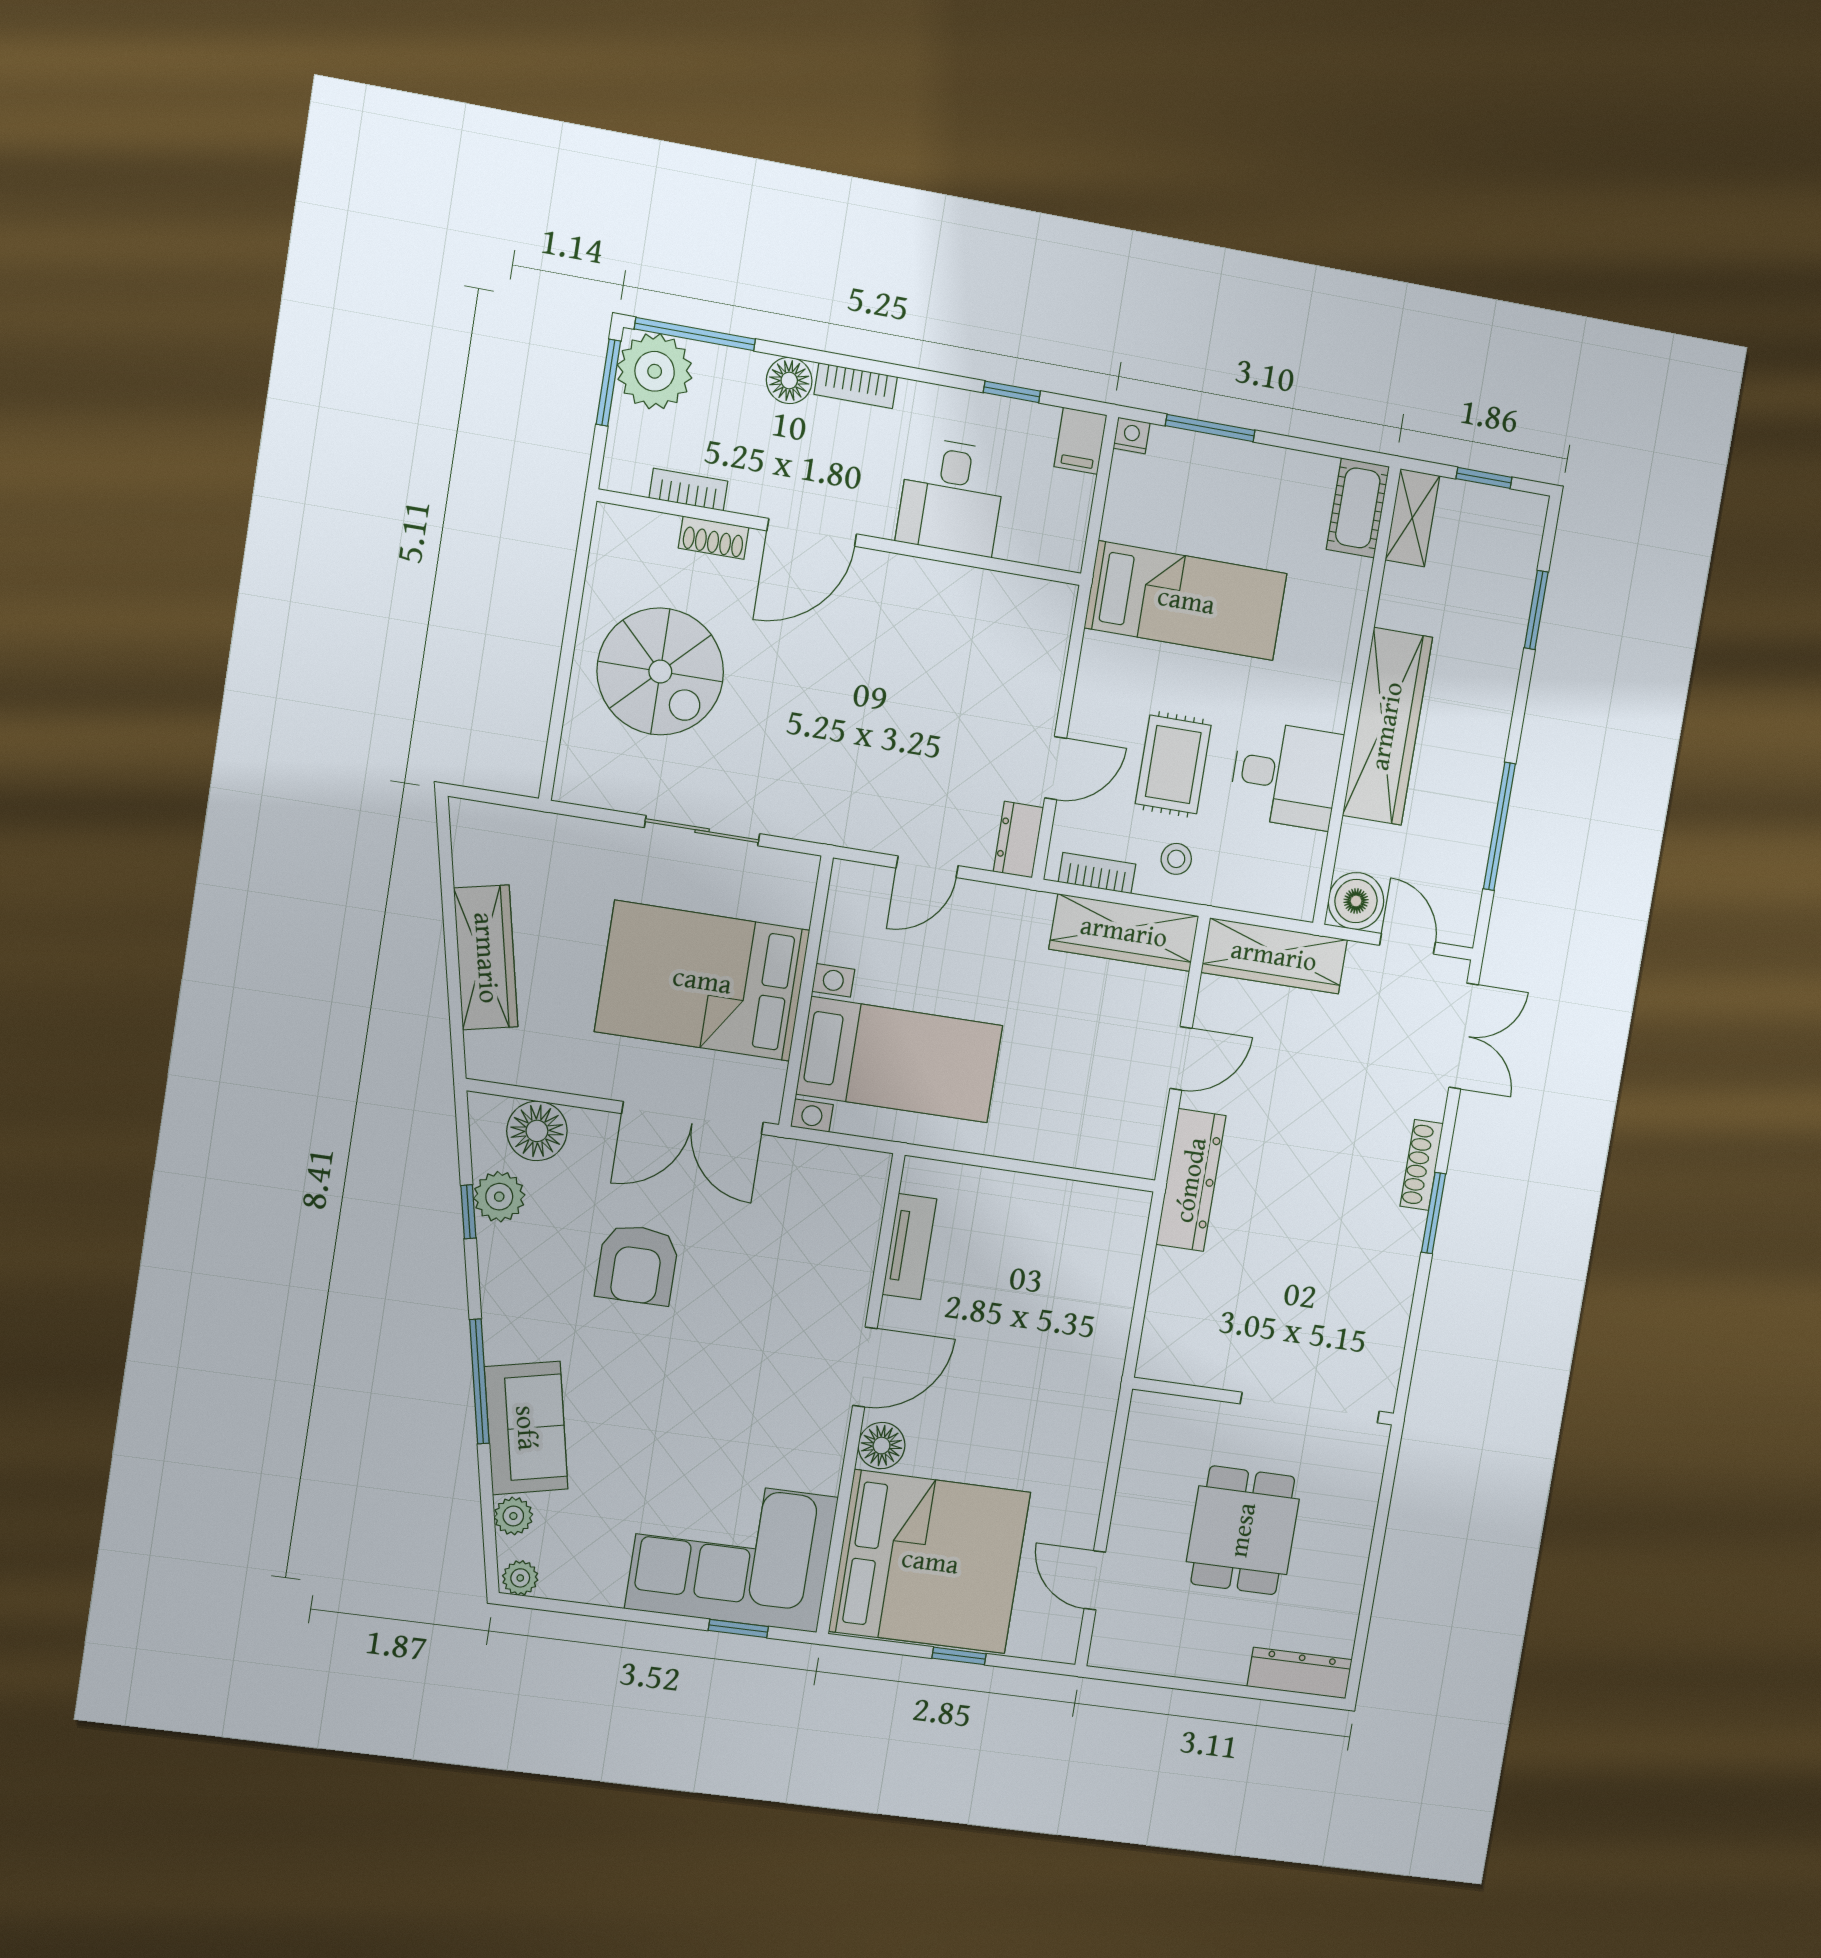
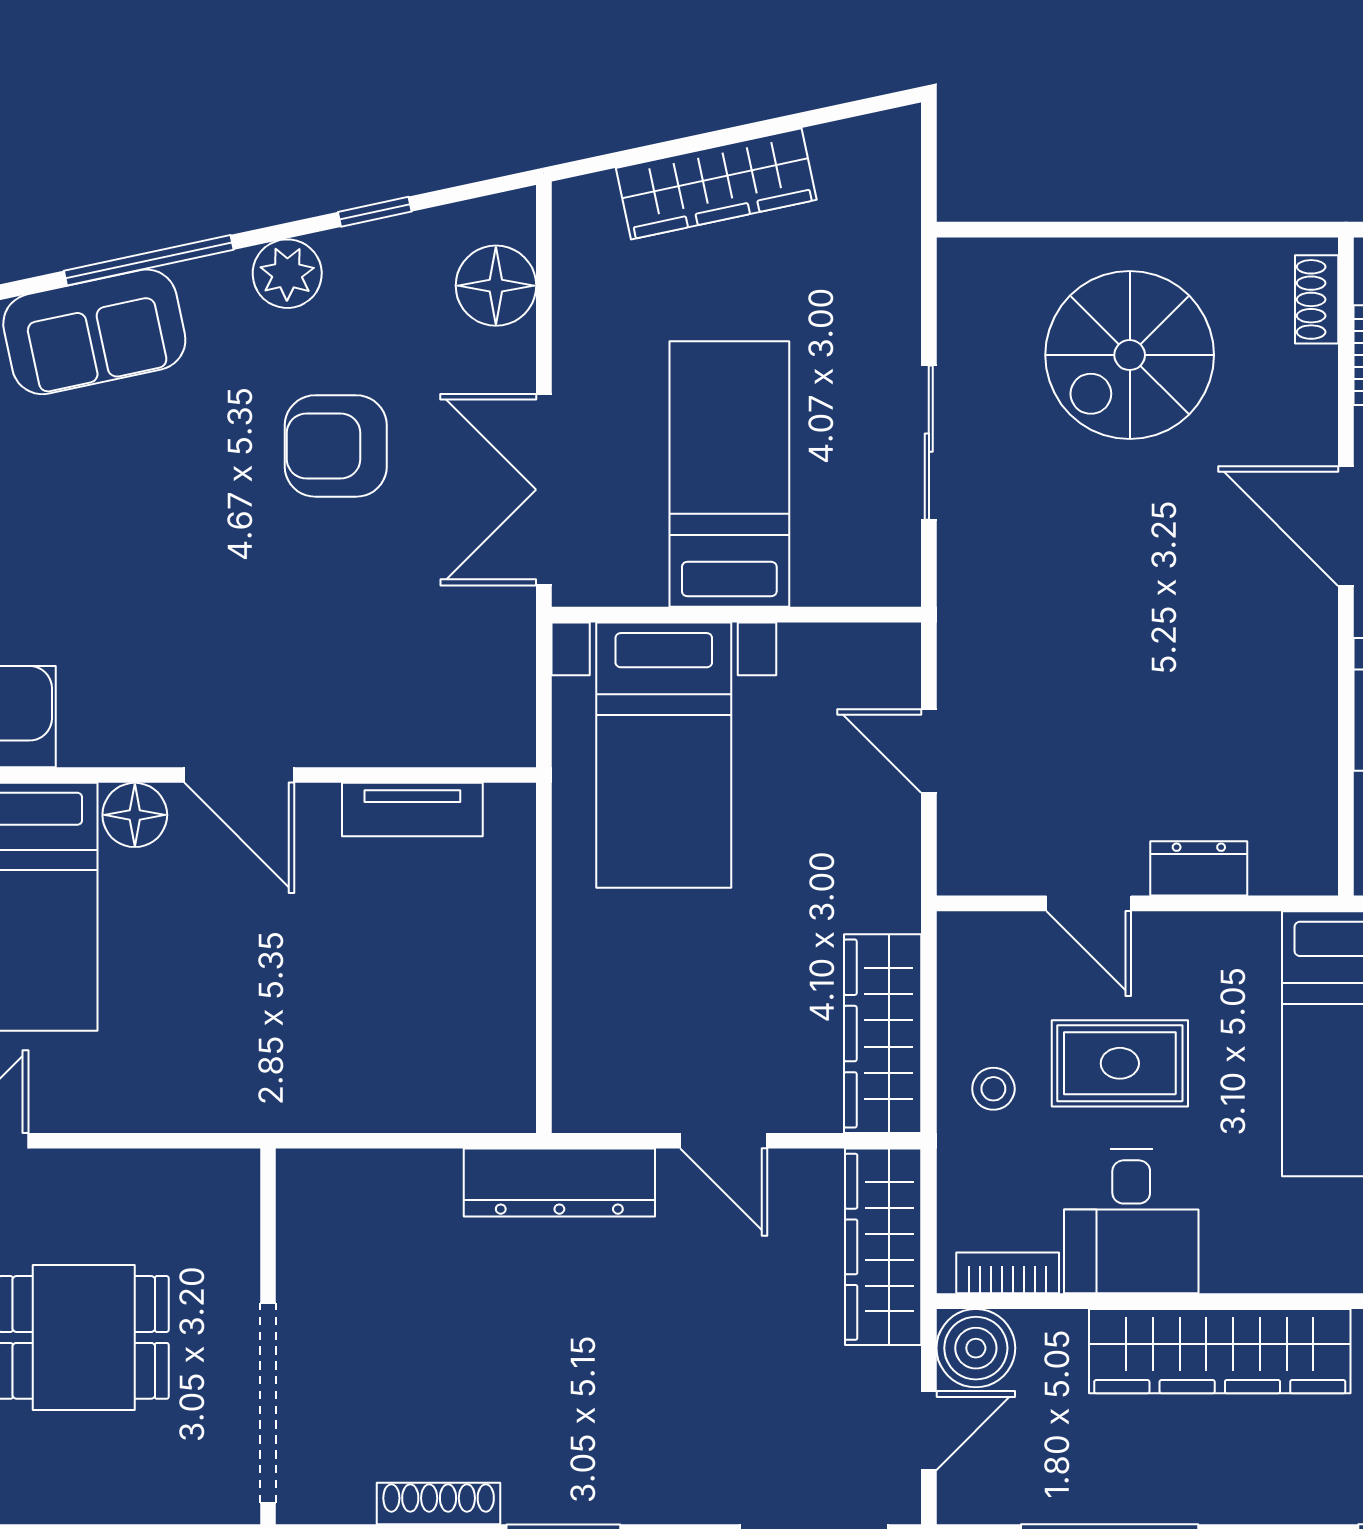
shoe rack: (714, 538) -> (1317, 299), moved
dresser: (1018, 840) -> (1199, 868), moved
bookcase: (1097, 873) -> (1008, 1273), moved, turned -90
bed: (702, 981) -> (729, 474), width x0.67
shoe rack: (1422, 1165) -> (439, 1503), moved
plant: (499, 1197) -> (287, 274), moved

